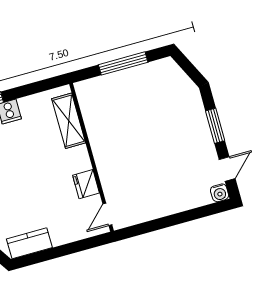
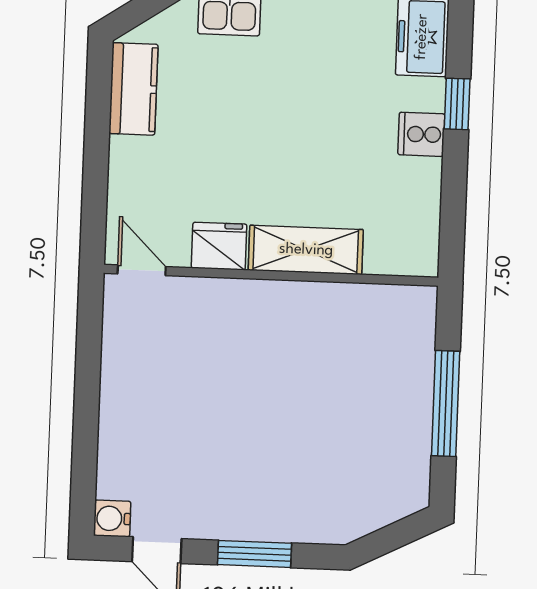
shelving: (69, 121) -> (306, 250), moved

